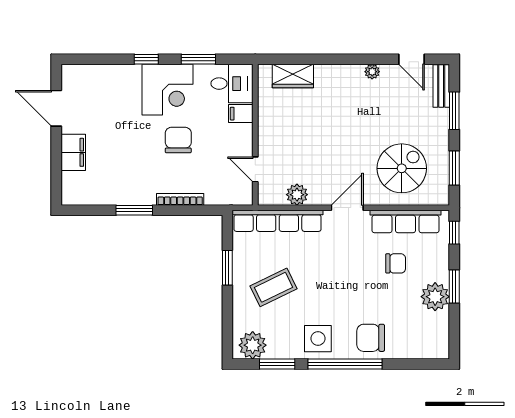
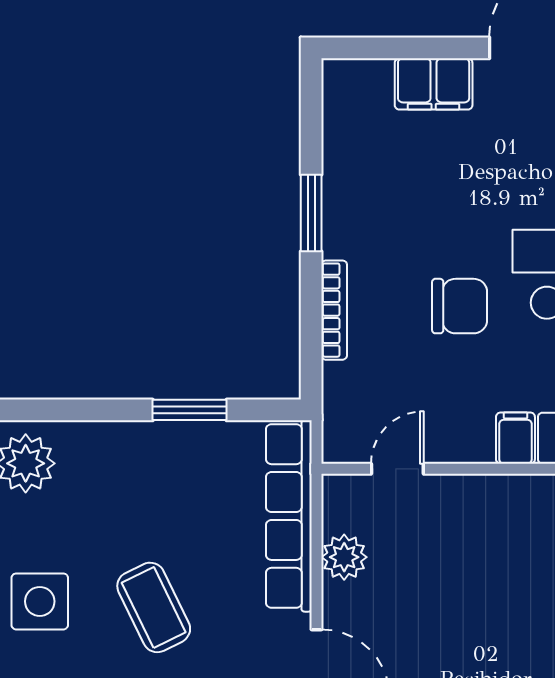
coffee table: (274, 287) -> (154, 607), moved

